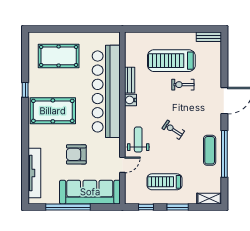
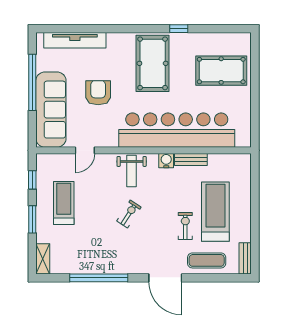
pool table: (59, 56) -> (221, 71), turned 90
weight bench: (138, 140) -> (132, 171), moved, turned 90
exercise mat: (210, 150) -> (207, 260), moved
door: (122, 165) -> (85, 150), hinge flipped

